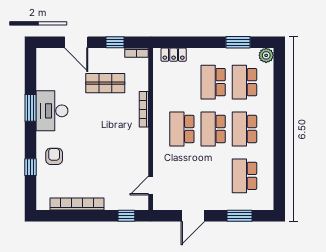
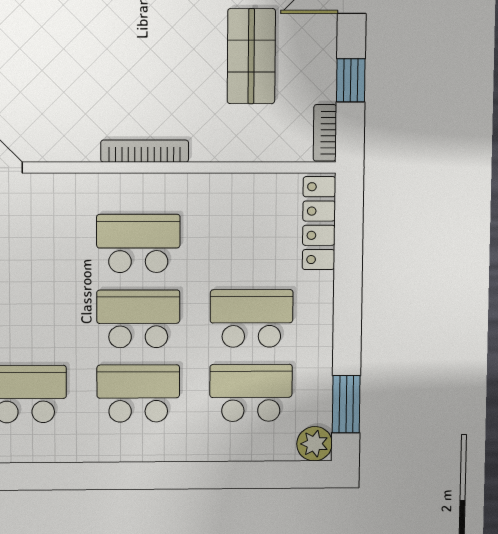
window: (238, 42) -> (346, 404), moved
locker: (174, 55) -> (319, 223), width x1.53
bookcase: (144, 109) -> (145, 151), moved

